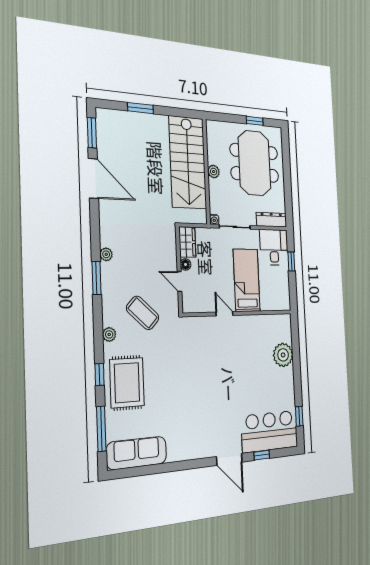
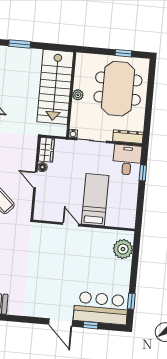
bed: (247, 280) -> (95, 200), moved
wall: (239, 313) -> (84, 225), moved
door: (224, 314) -> (71, 224), moved

